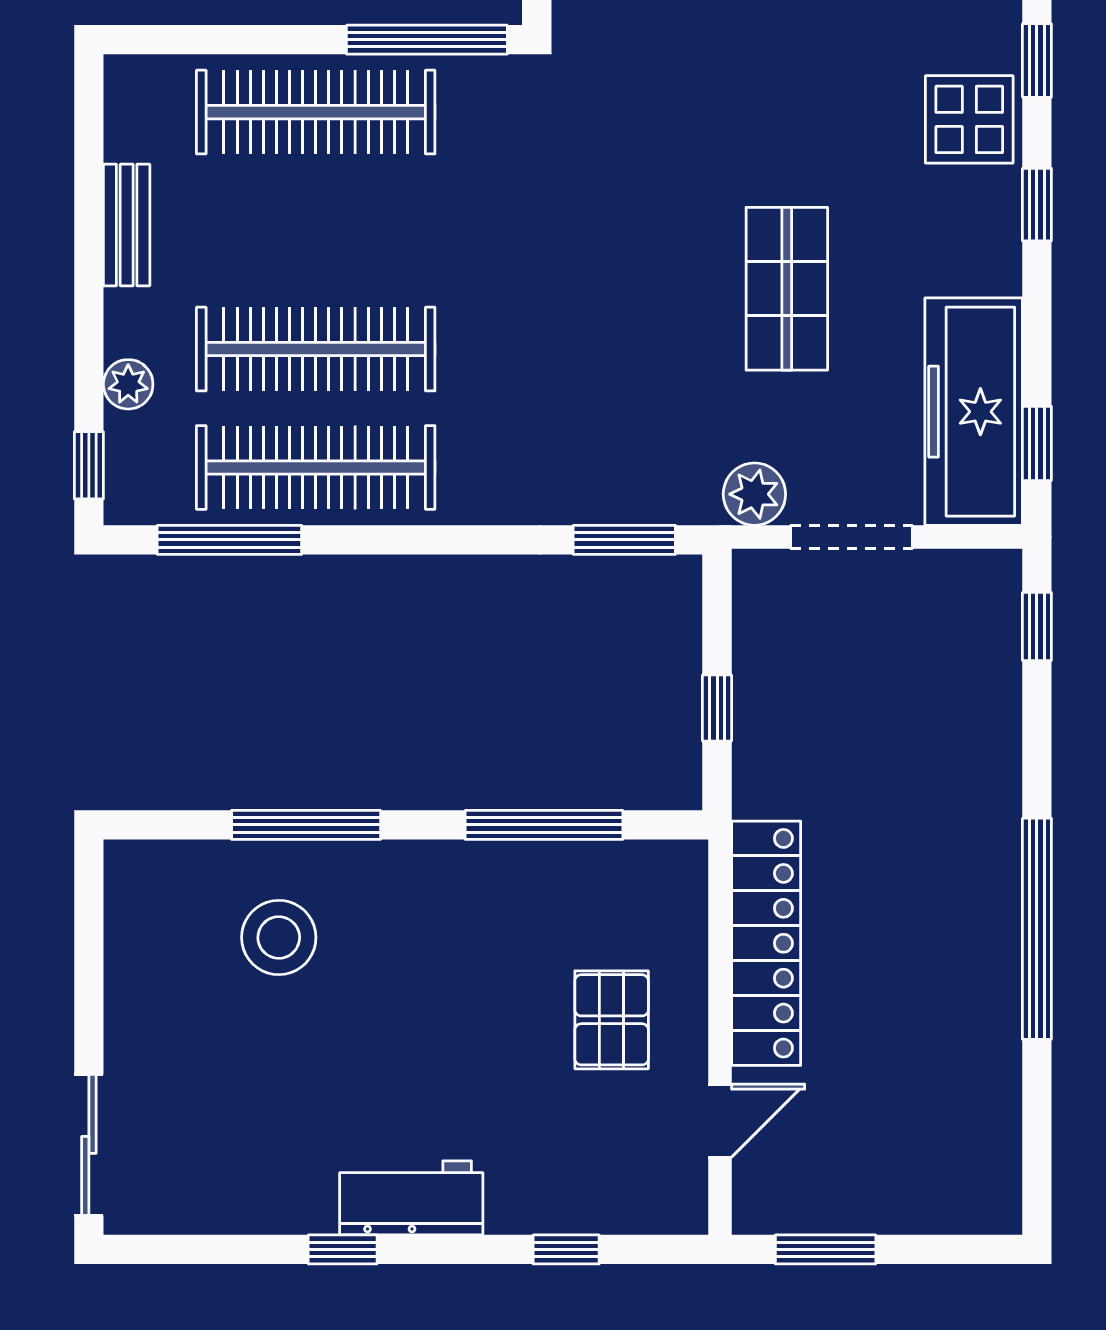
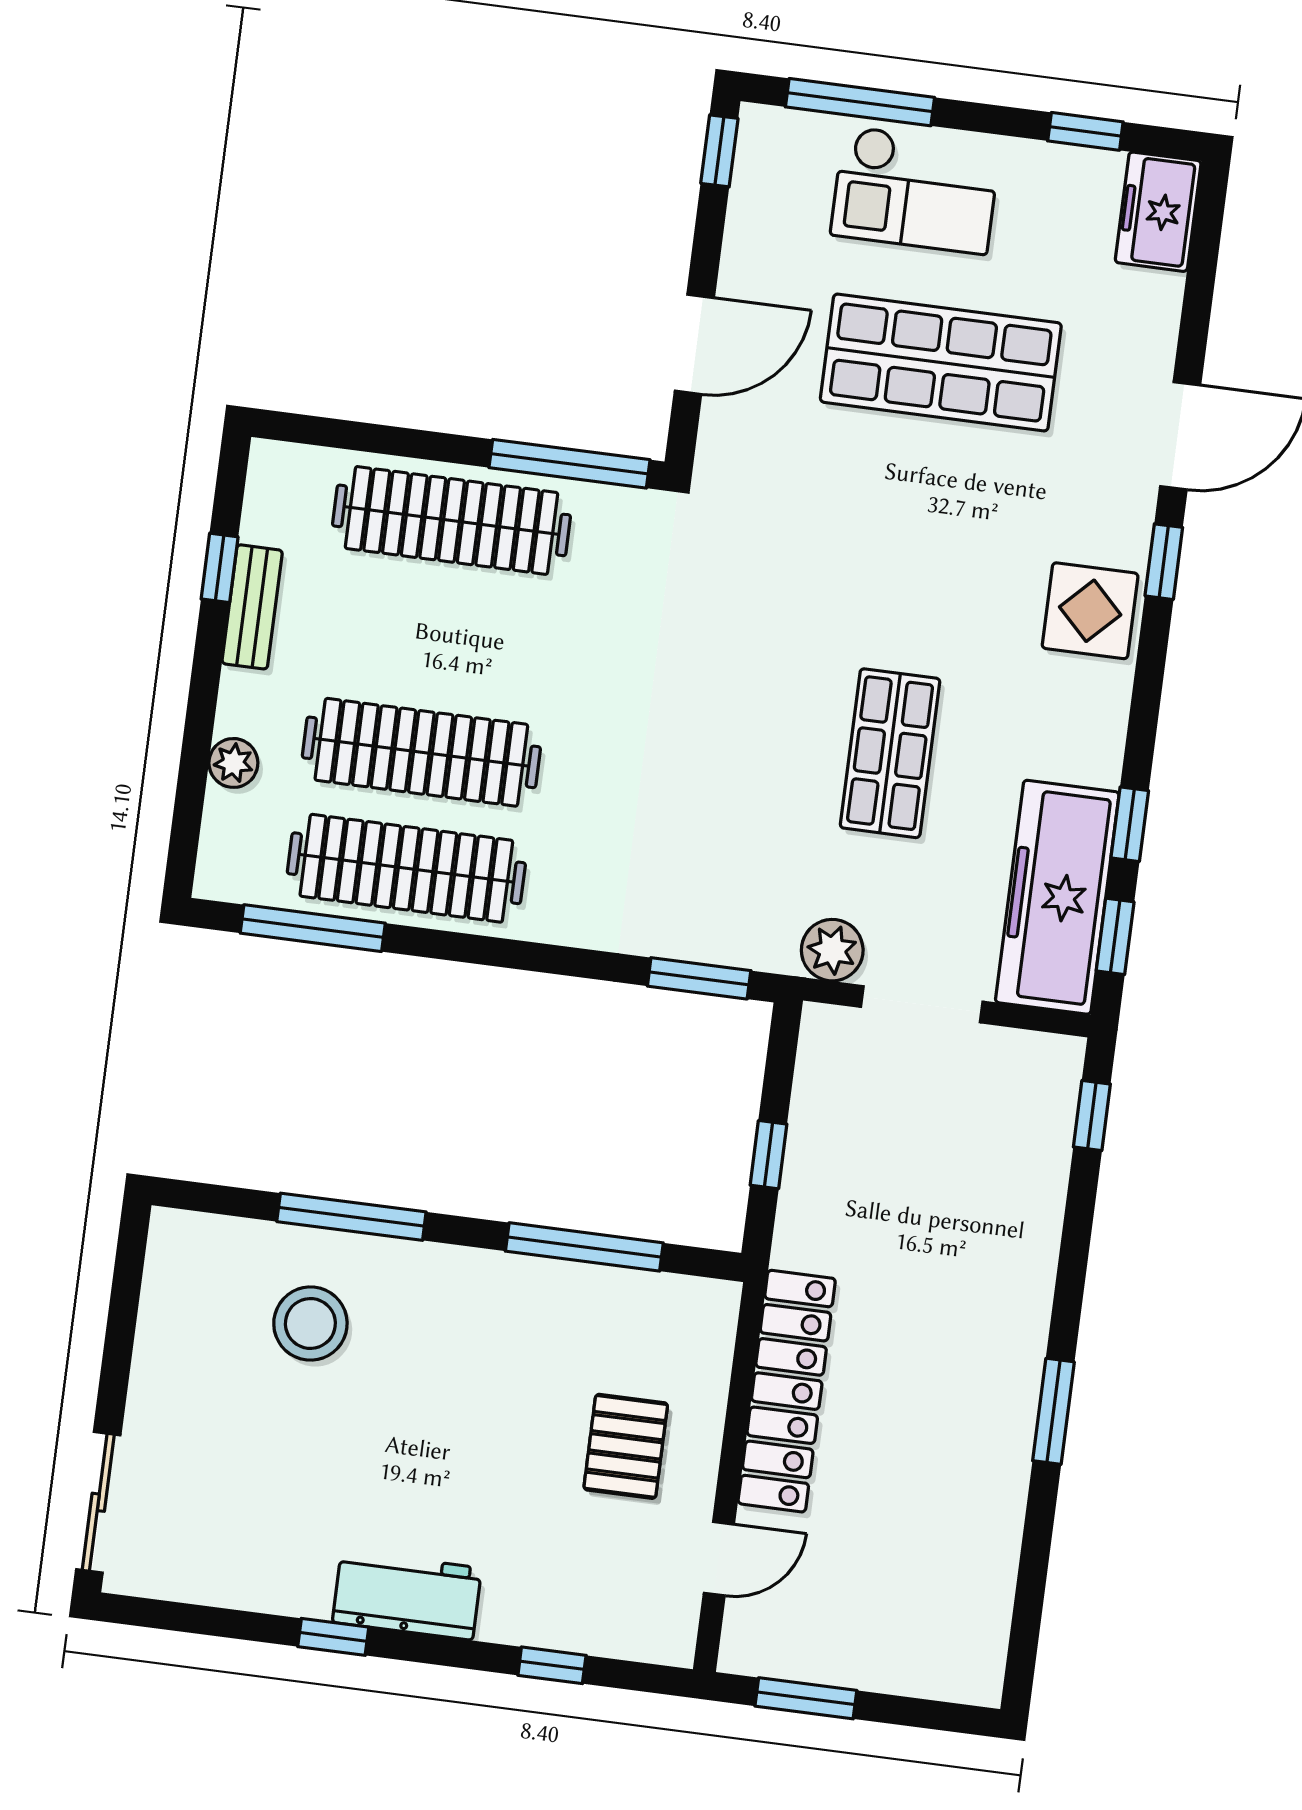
window: (1037, 205) -> (1130, 824), moved
window: (89, 465) -> (220, 568), moved
window: (1037, 929) -> (1053, 1411), width x0.47

